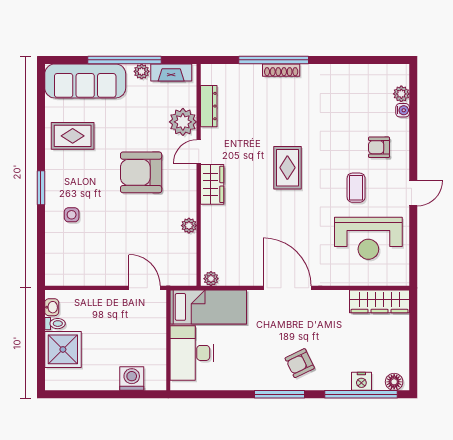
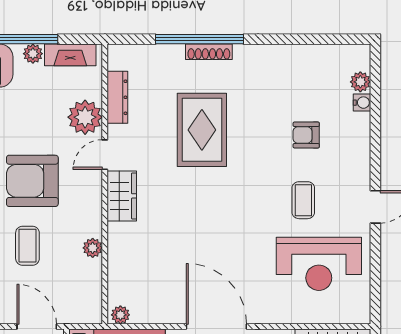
armchair: (379, 147) -> (306, 135), moved
rug: (287, 168) -> (202, 130), moved, width x1.36, depth x1.43
coffee table: (137, 224) -> (27, 246), added

